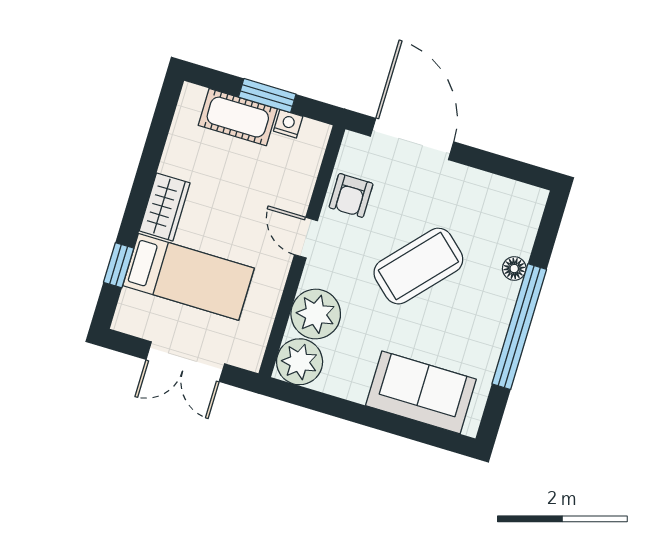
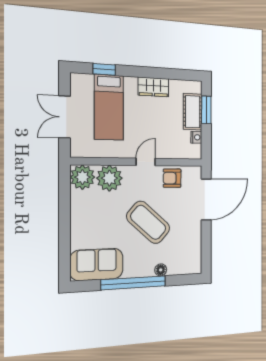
window: (267, 96) -> (206, 110), moved
wardrobe: (165, 207) -> (153, 87), moved
sofa: (421, 392) -> (97, 264), moved, turned -90

